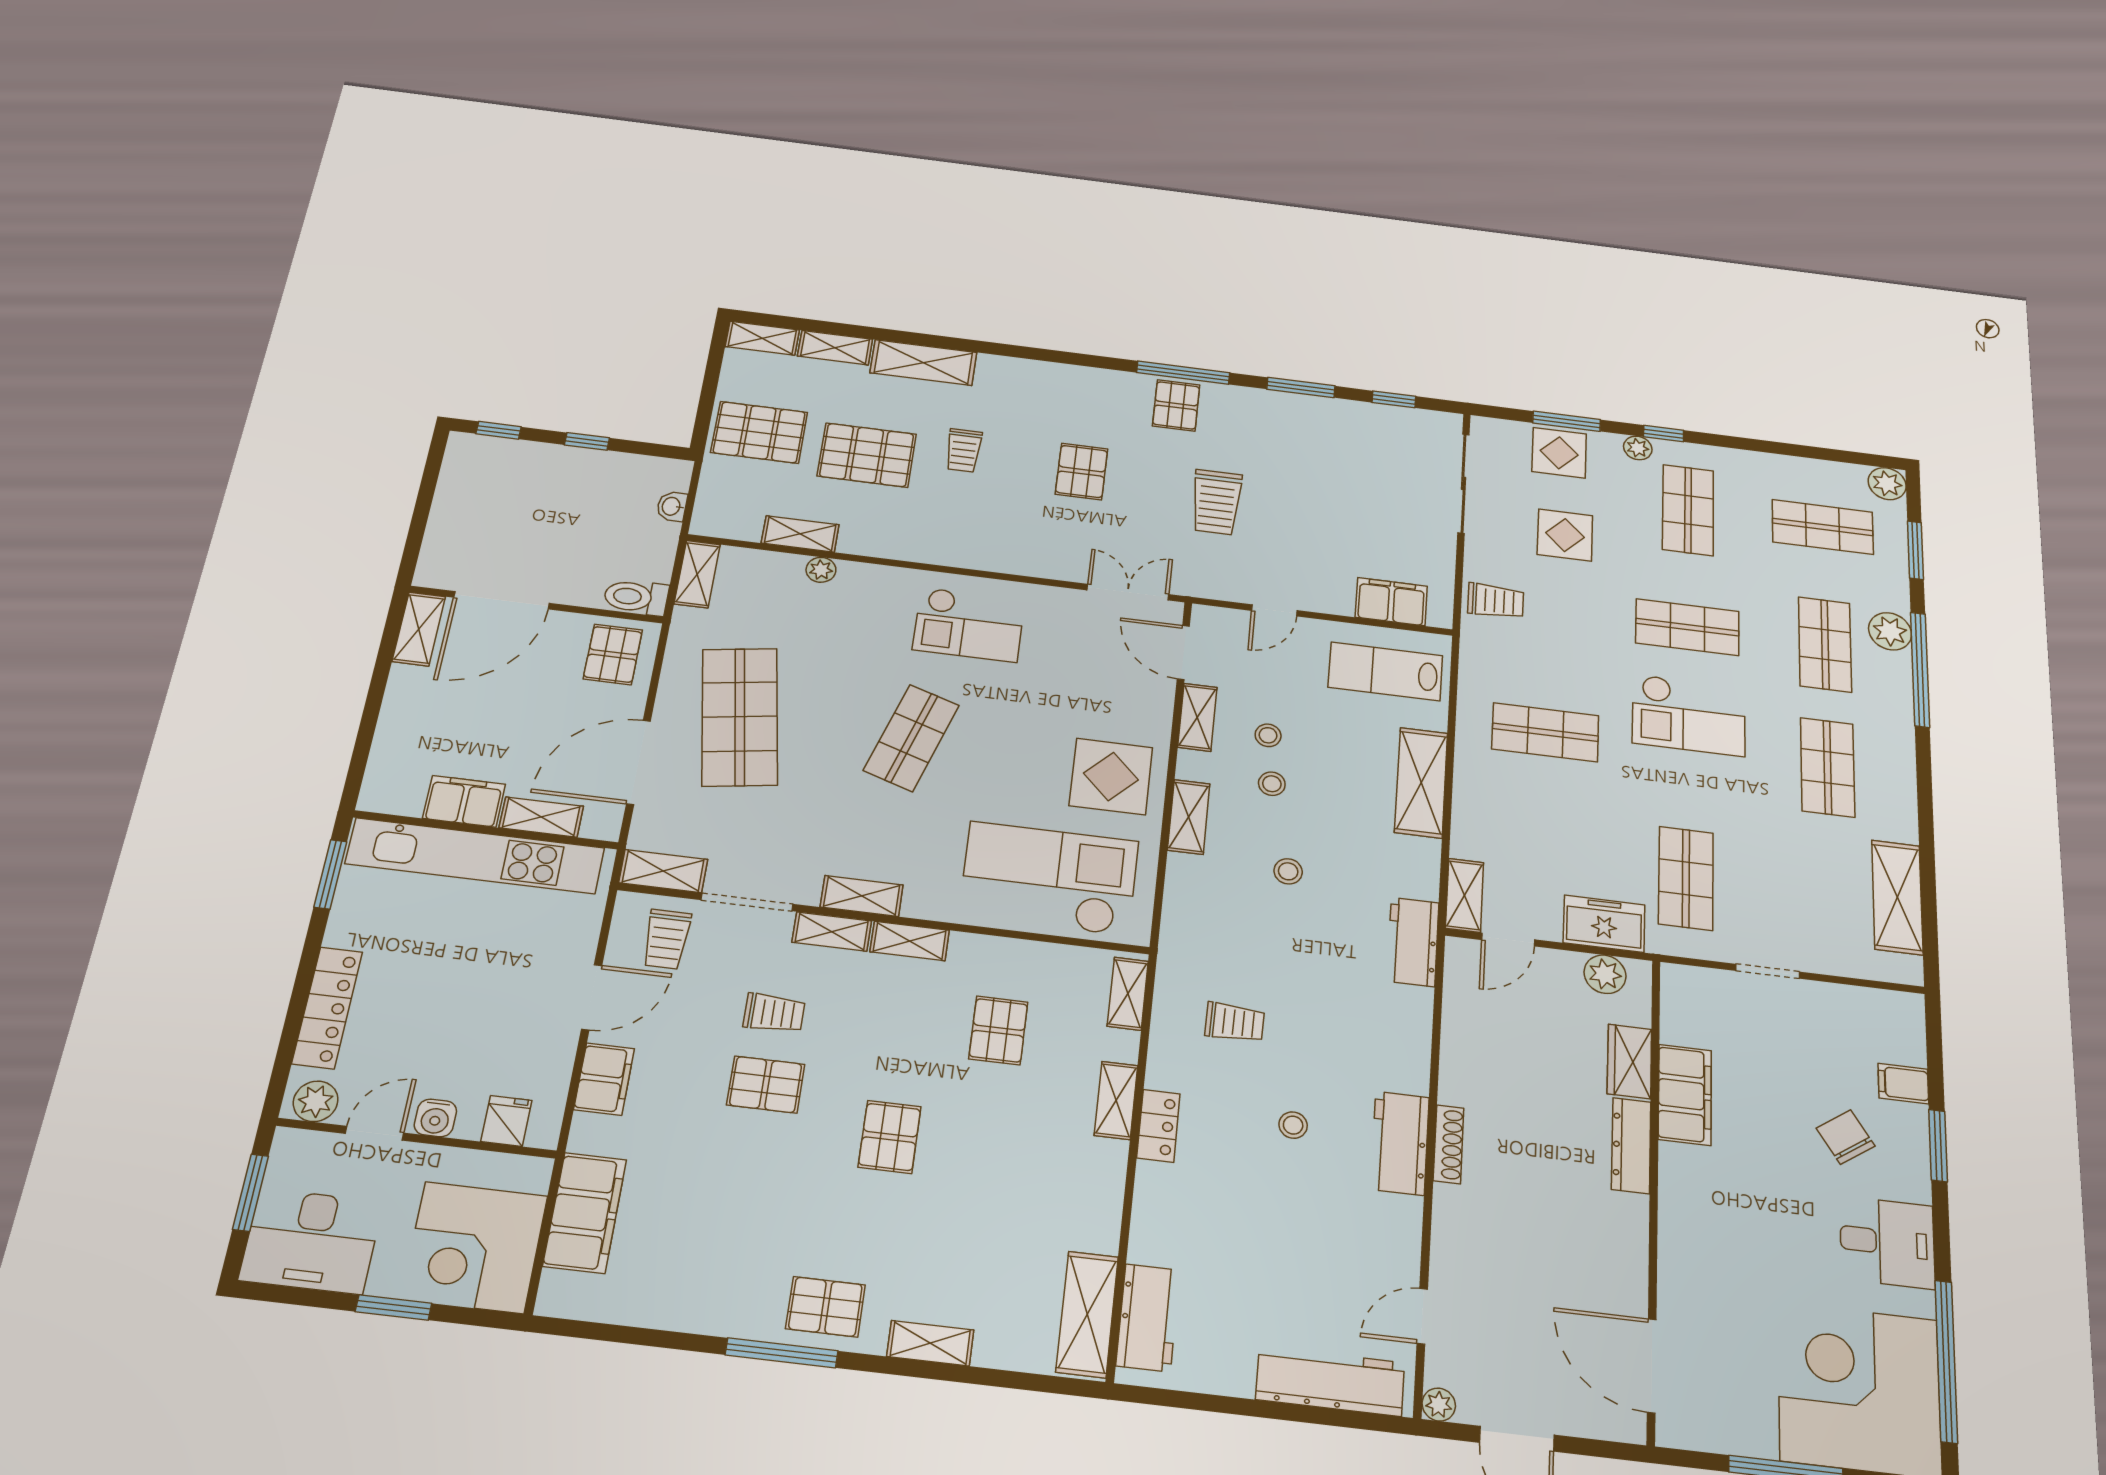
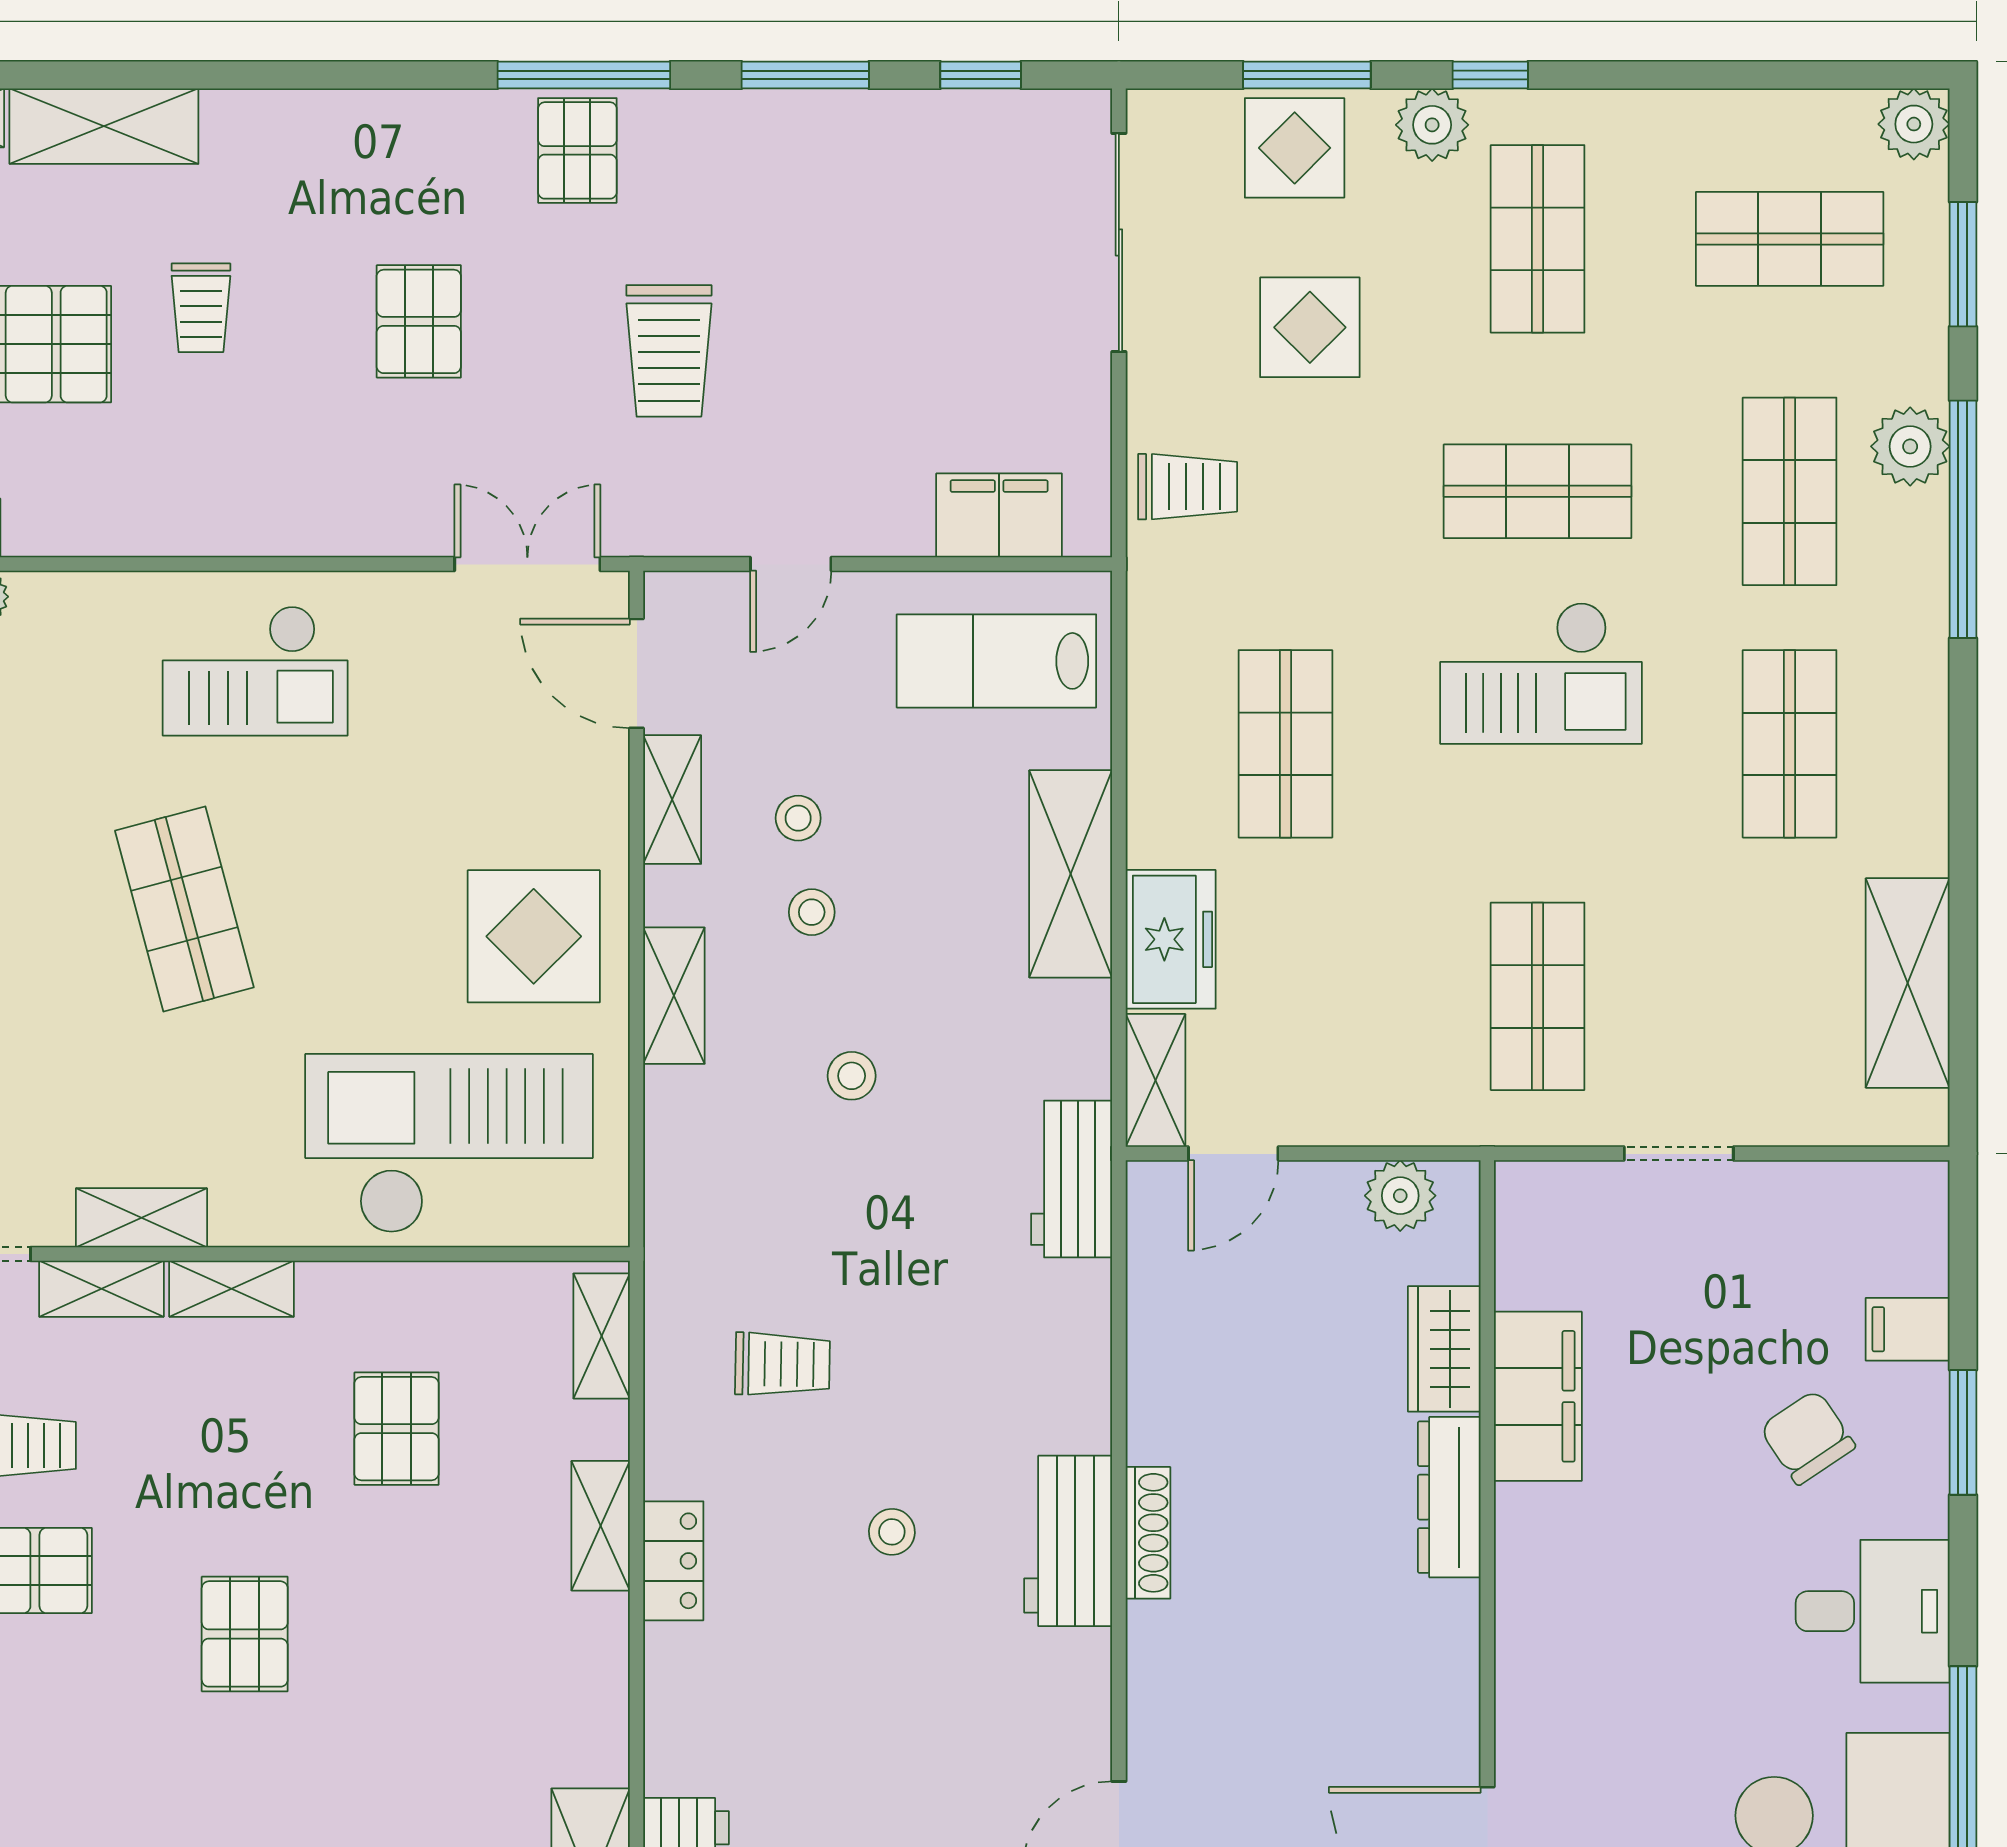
plant: (1638, 448) -> (1432, 125), width x1.38, depth x1.38
shop shelf: (1545, 732) -> (1285, 744), turned 90
shop shelf: (911, 738) -> (184, 909), turned -33
freezer: (1604, 924) -> (1171, 939), moved, turned 90

